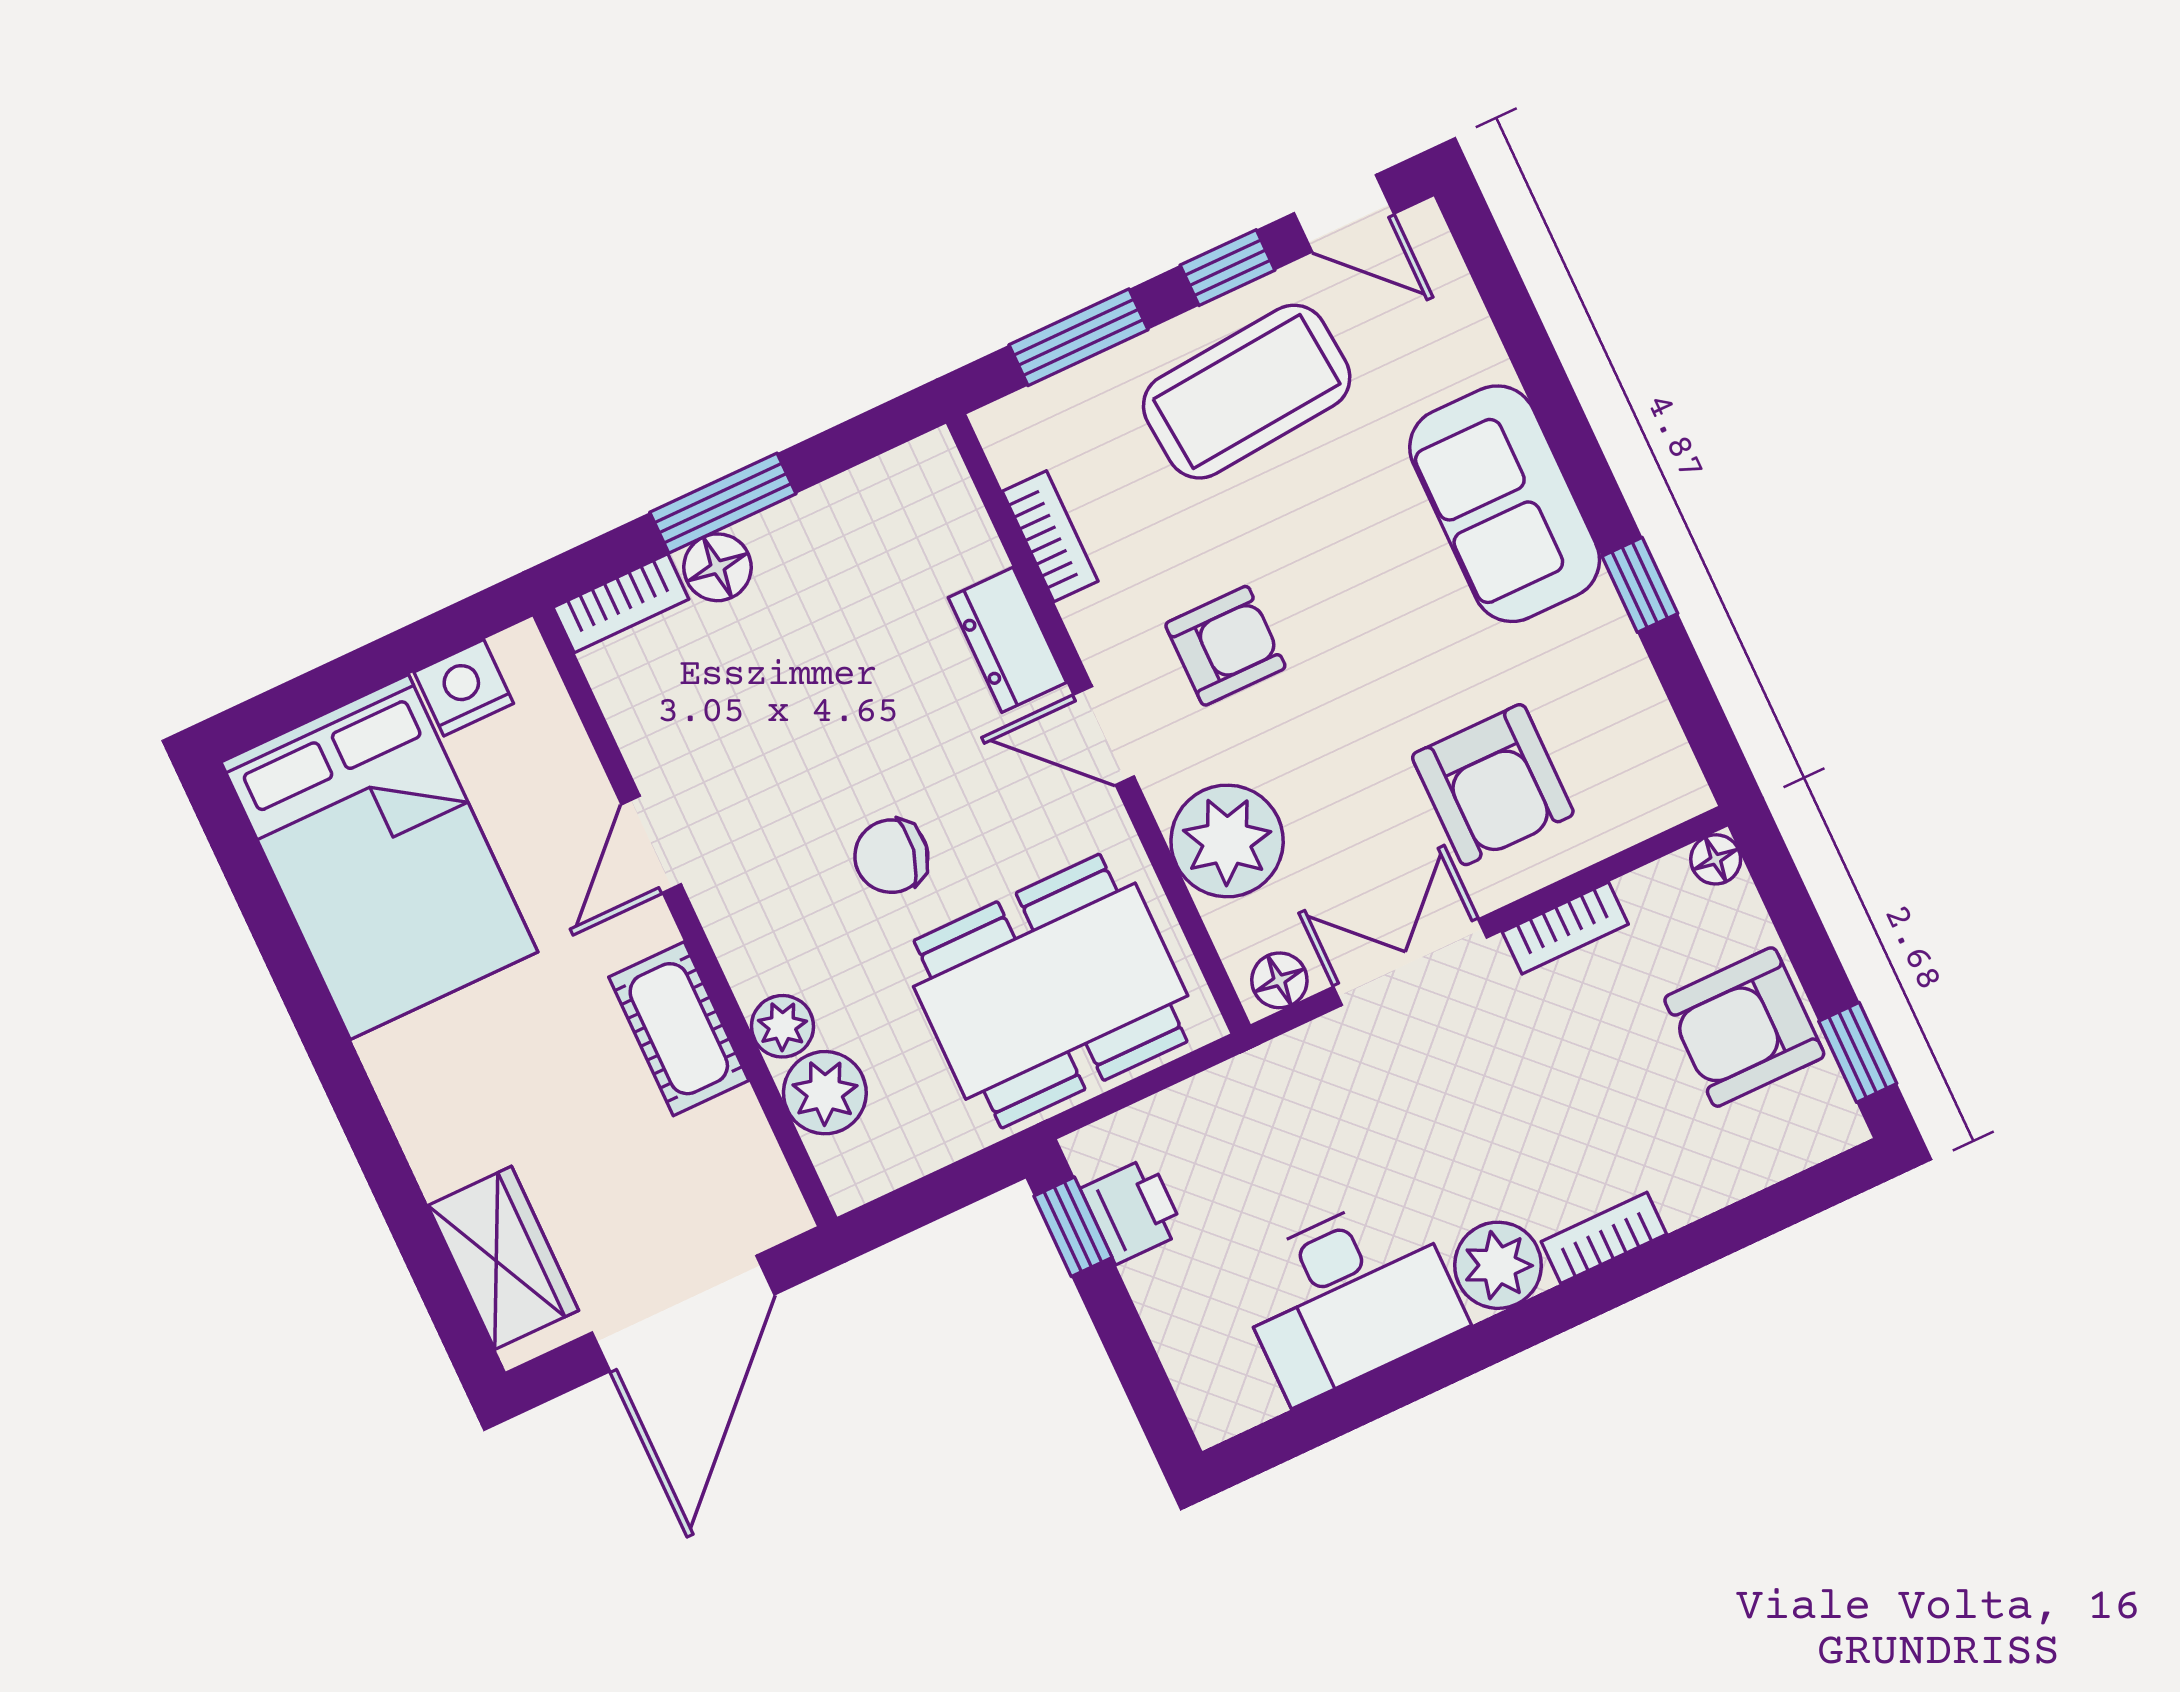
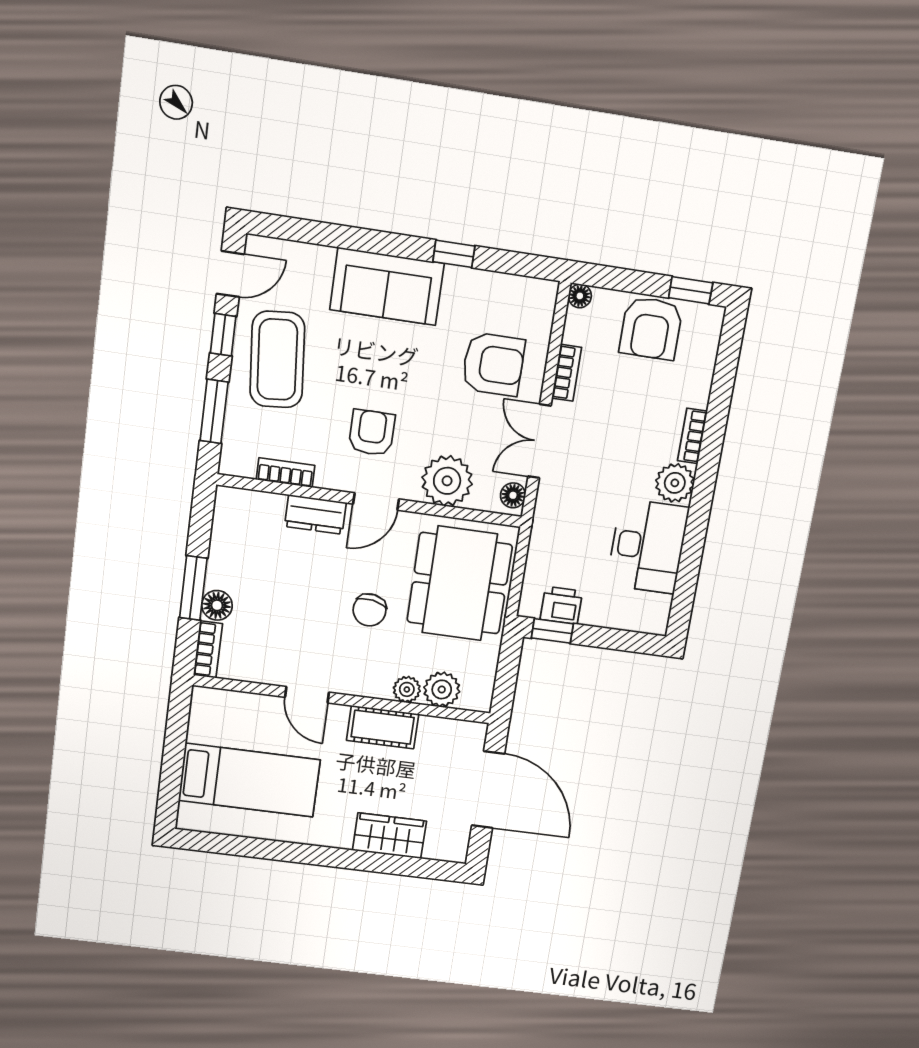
nightstand: (464, 688) -> (203, 726), removed
bed: (379, 857) -> (249, 780), width x0.67
wardrobe: (503, 1258) -> (389, 836), moved

